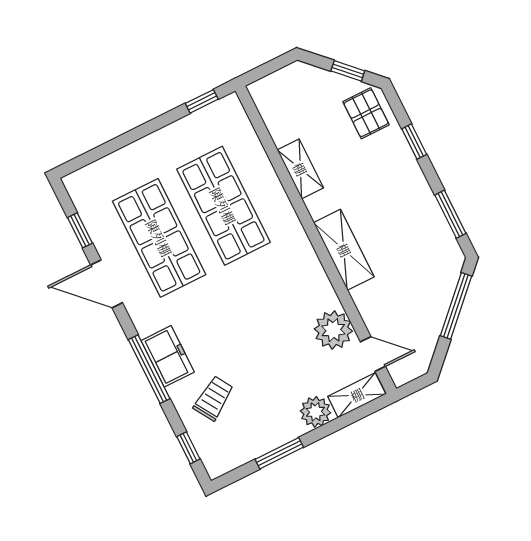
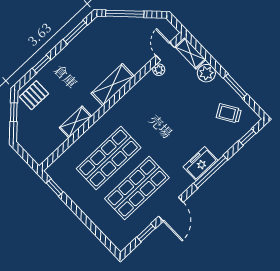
plant: (333, 330) -> (159, 70), width x0.53, depth x0.53
trolley: (213, 398) -> (229, 113), moved

